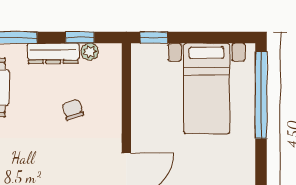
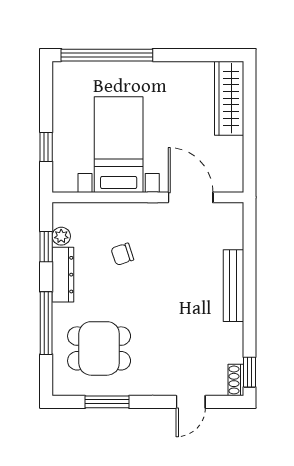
window: (154, 37) -> (46, 147), moved
bed with nightstands: (207, 88) -> (119, 145), moved, turned -90

